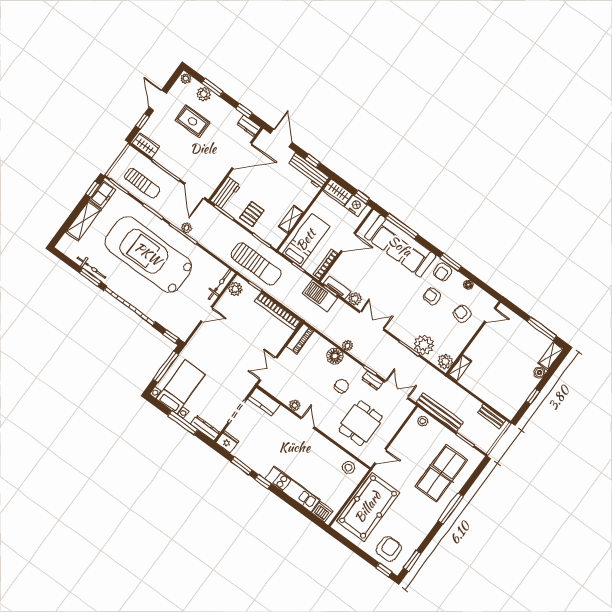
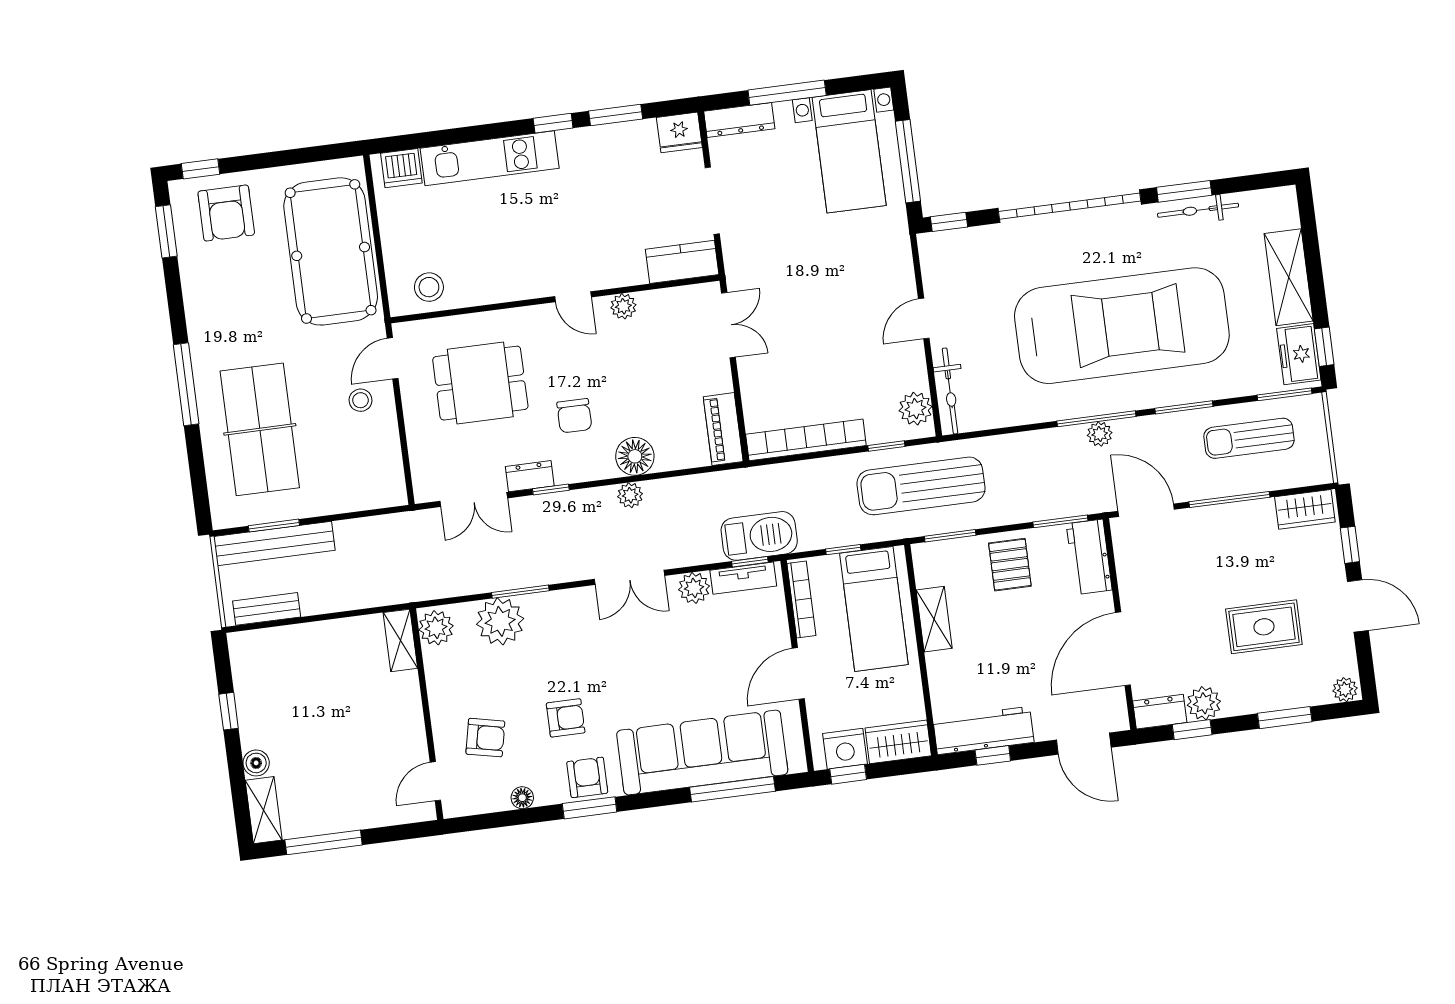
plant: (204, 94) -> (1204, 703), moved
bench: (440, 412) -> (274, 543), moved
stool: (423, 421) -> (361, 400), moved
dining table: (361, 423) -> (480, 383), turned 90

